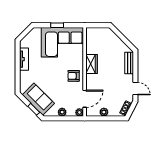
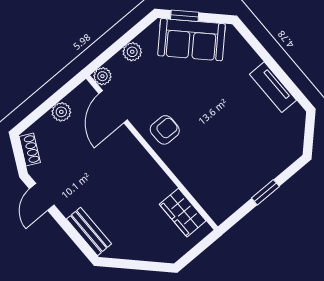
corner sofa: (62, 42) -> (232, 171), removed
wardrobe: (91, 64) -> (183, 213), moved
door: (135, 89) -> (42, 197), hinge flipped

